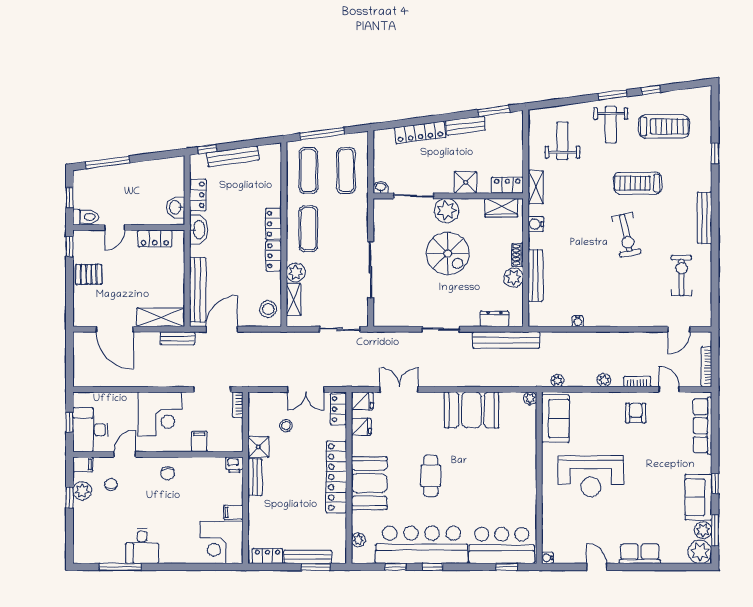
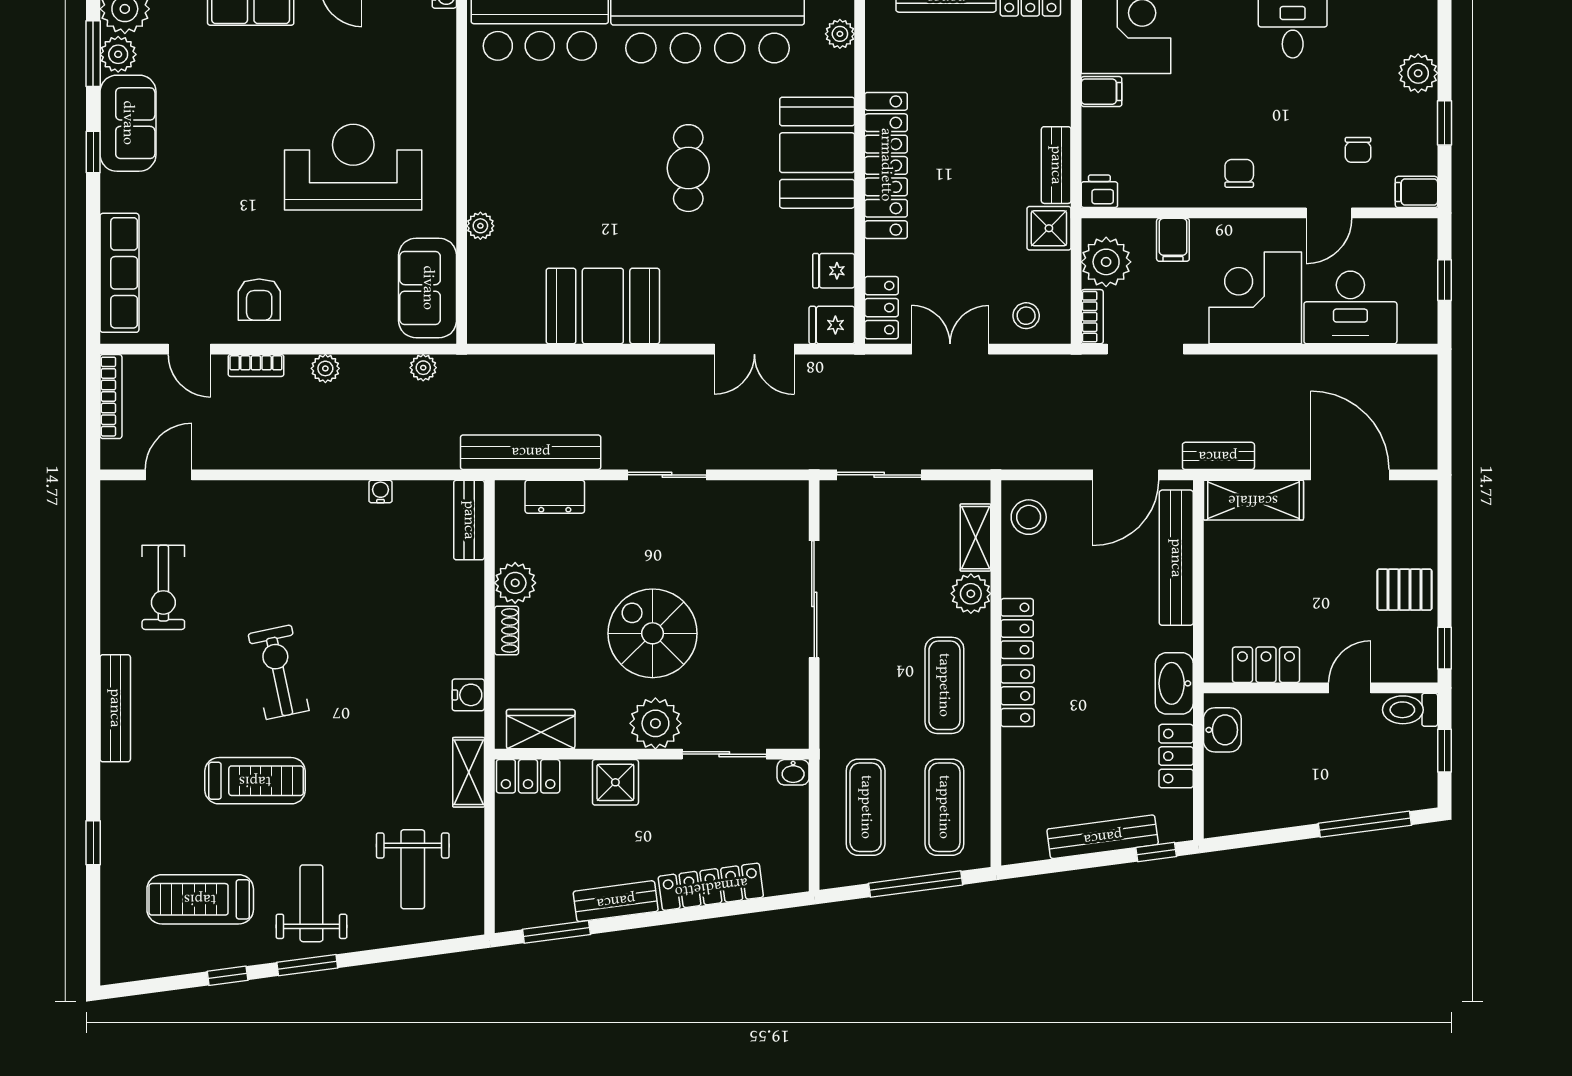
bench: (535, 275) -> (469, 520), moved, width x0.73
plant: (530, 398) -> (480, 226), moved
stool: (286, 426) -> (1026, 316), moved
desk: (90, 430) -> (1350, 307), moved, turned 90
plant: (231, 431) -> (1106, 262), added
plant: (82, 491) -> (1418, 73), moved

